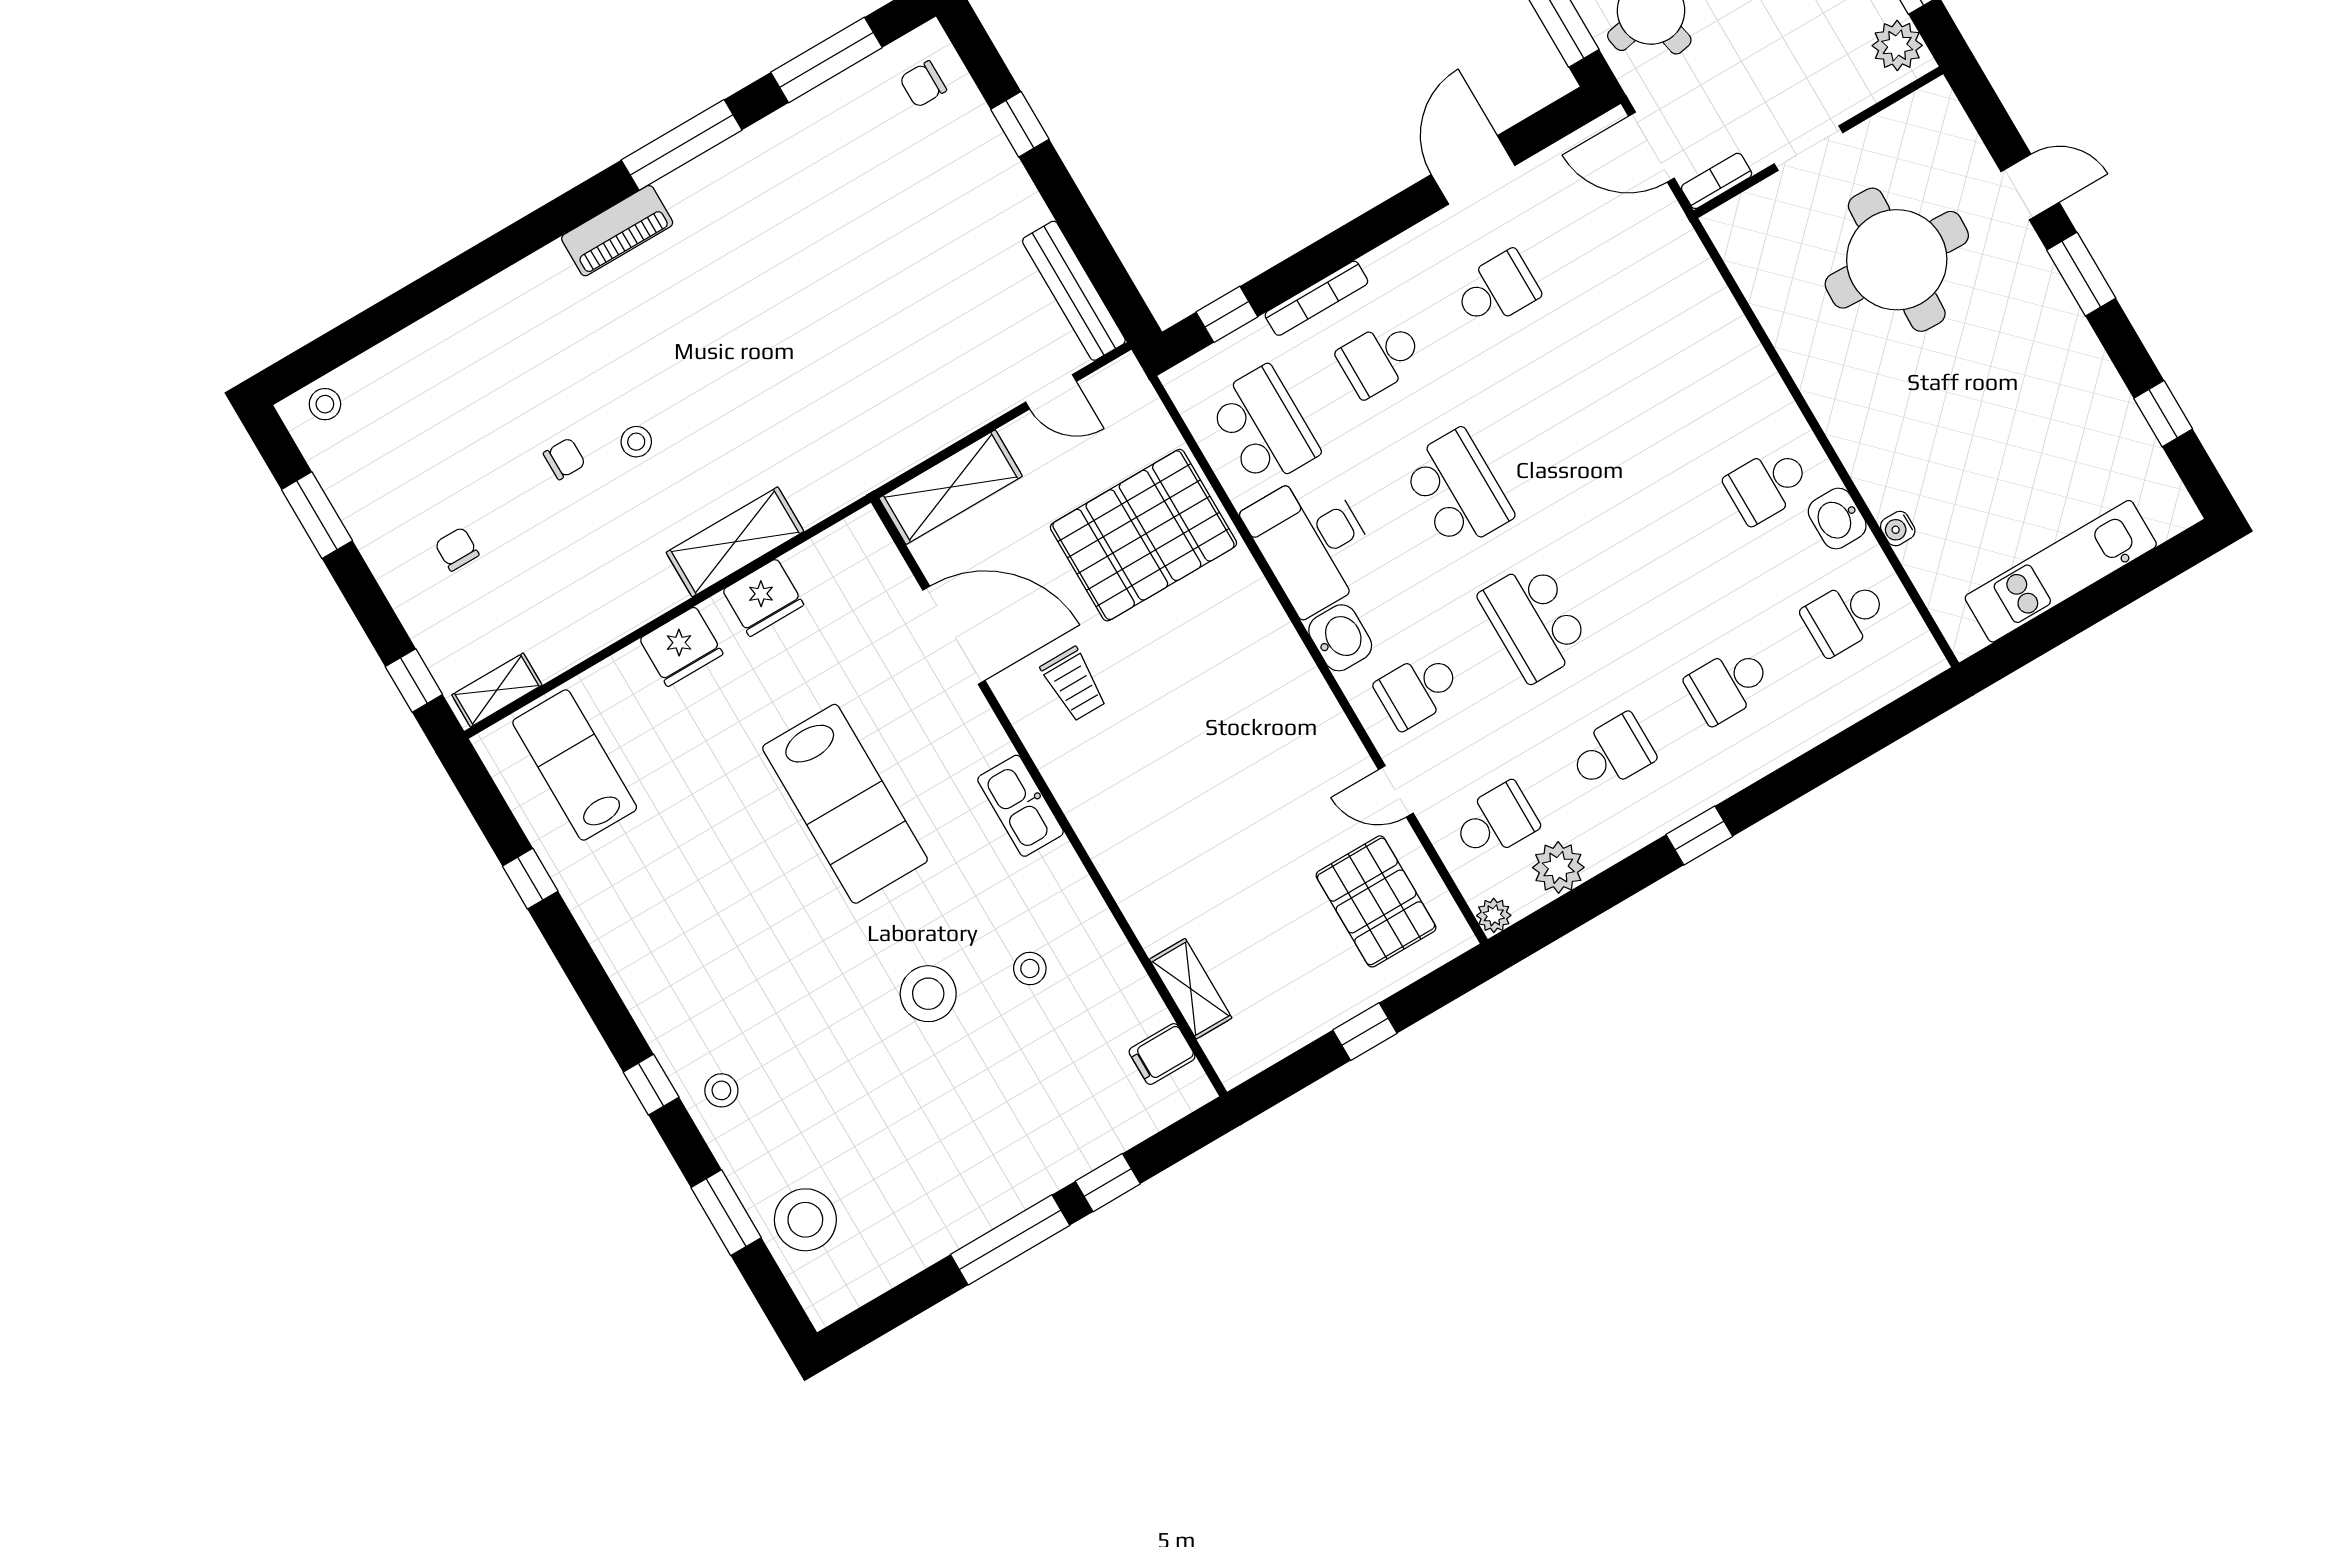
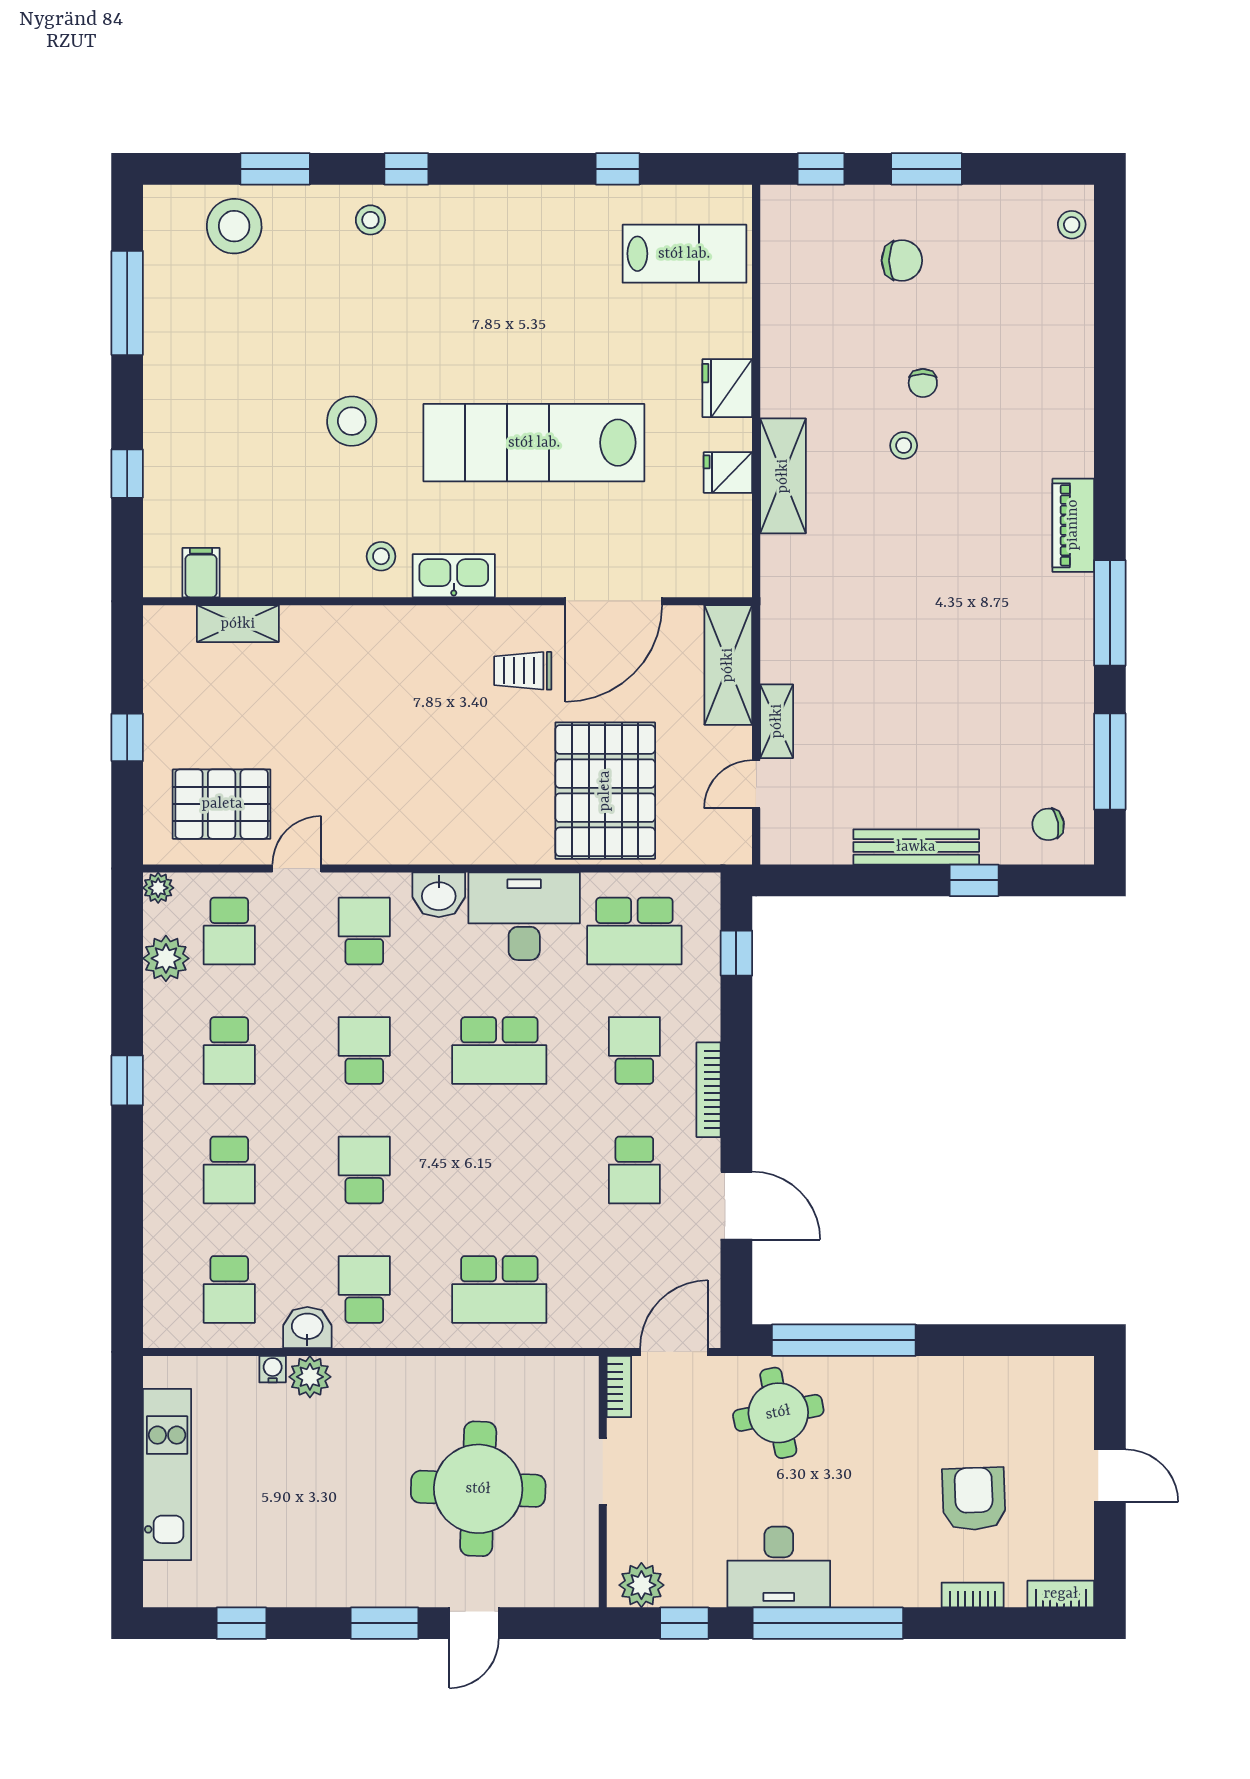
chair: (923, 84) -> (1048, 824), turned -100
bench: (1074, 291) -> (916, 847), moved
bookcase: (1316, 298) -> (709, 1090), moved
school desk: (1690, 353) -> (499, 1289), added
plant: (1884, 488) -> (310, 1377), added
window: (317, 515) -> (927, 169), moved
chair: (457, 549) -> (902, 260), width x1.37, depth x1.37
school desk: (1651, 553) -> (364, 1170), added
fridge: (763, 597) -> (728, 473), width x0.72
school desk: (1845, 616) -> (229, 1289), turned 180
school desk: (1535, 621) -> (364, 1051), width x0.54
school desk: (1728, 685) -> (229, 1170), turned 180
shelving: (497, 690) -> (777, 721), moved
lab bench: (845, 804) -> (534, 443), width x1.36
stool: (1030, 969) -> (381, 556), moved
window: (1010, 1240) -> (127, 303), moved

